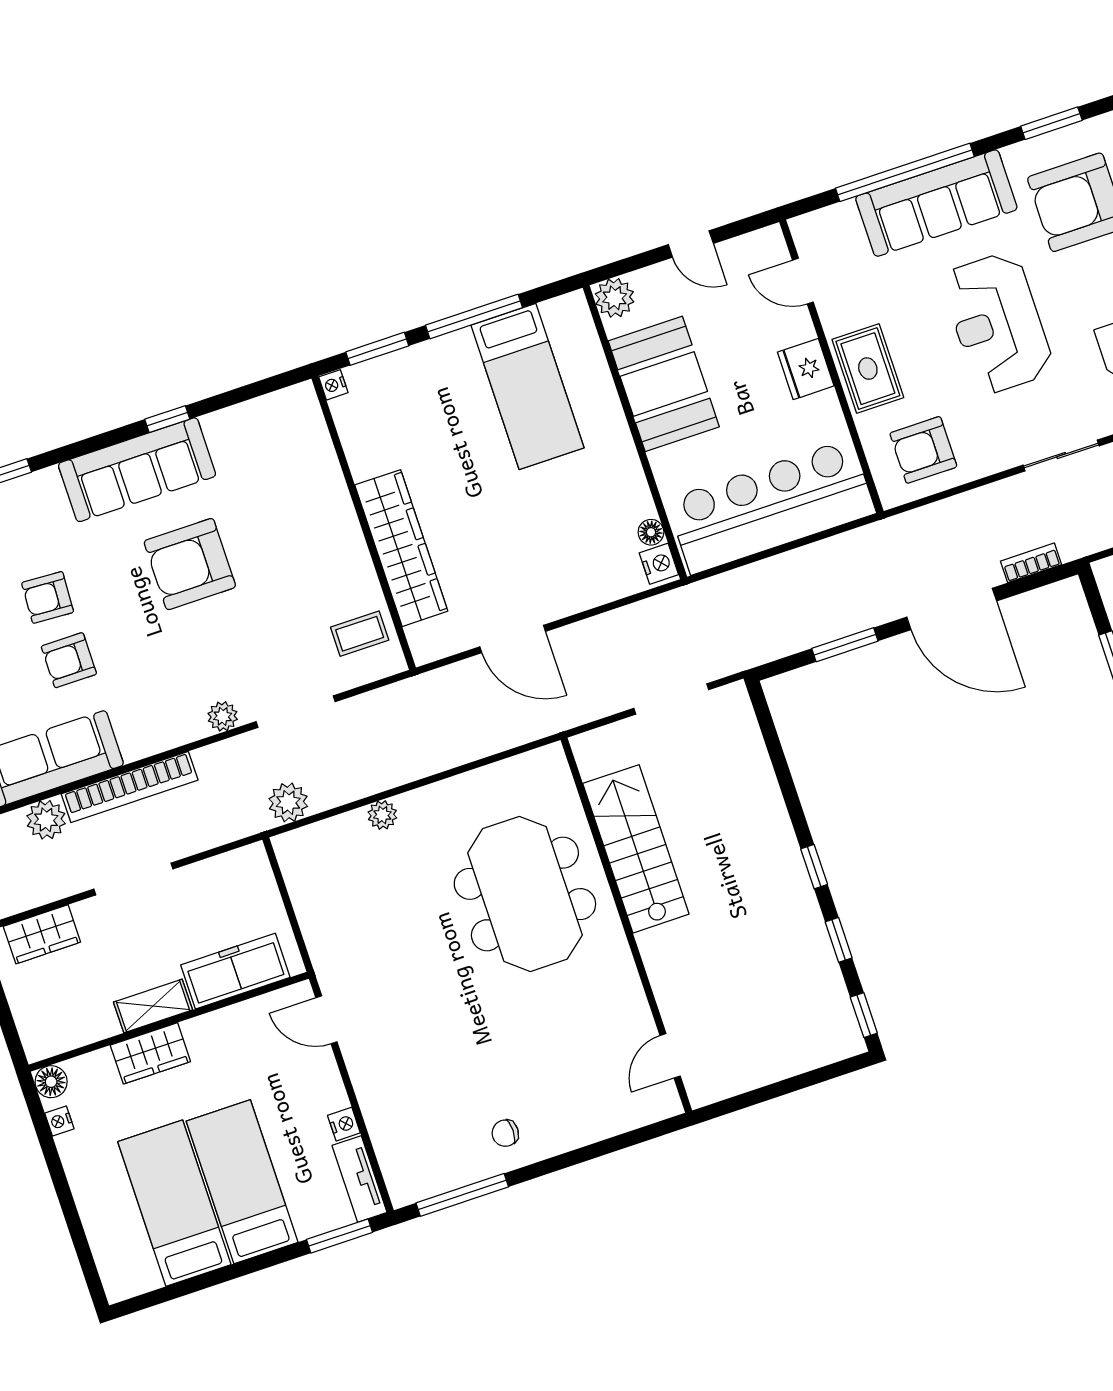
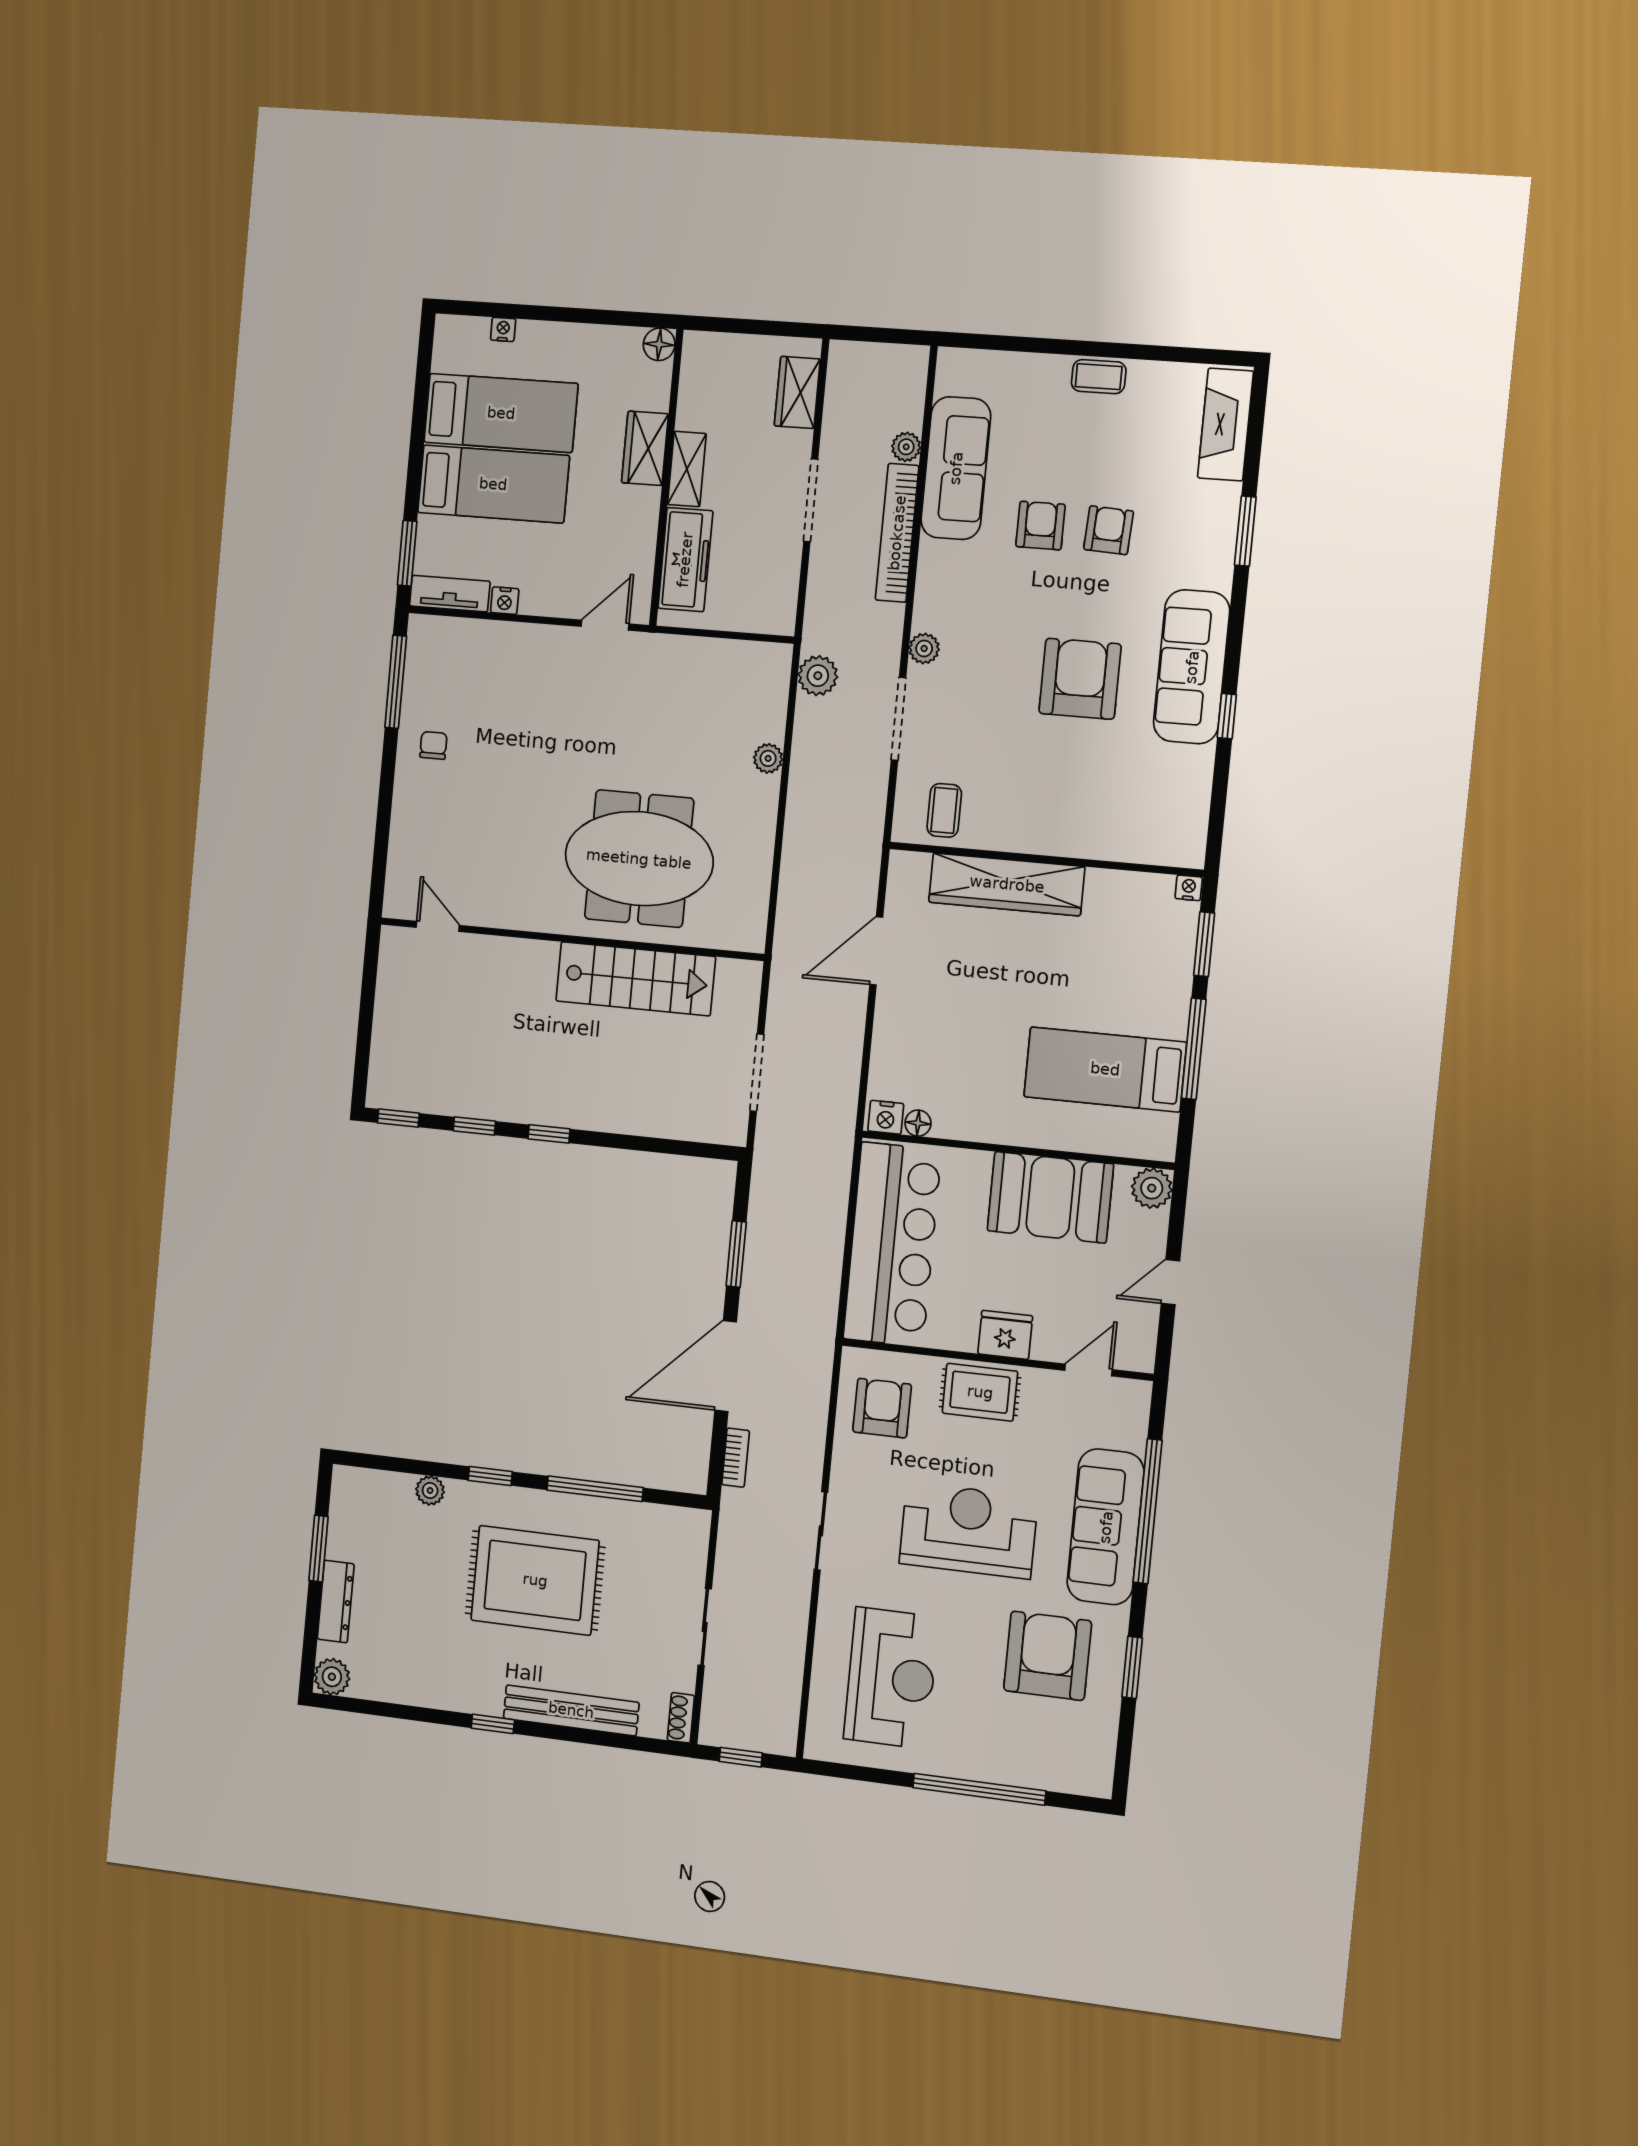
plant: (46, 820) -> (906, 447), width x0.73, depth x0.73
nightstand: (59, 1121) -> (503, 329), moved

